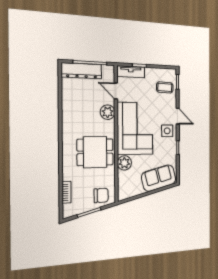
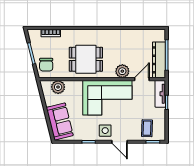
dresser: (82, 71) -> (159, 60), moved
door: (178, 116) -> (120, 142), hinge flipped
dining table: (95, 152) -> (86, 59), turned 90
plant: (124, 163) -> (58, 87), moved

